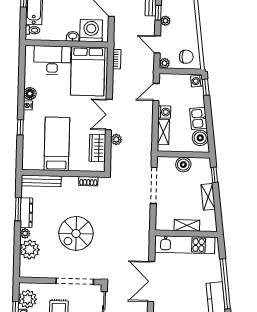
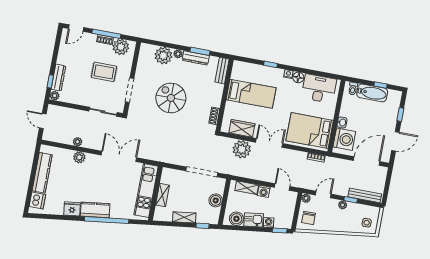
desk: (52, 60) -> (319, 89), moved, turned -90
washing machine: (197, 81) -> (269, 223), moved
plant: (116, 139) -> (242, 149), width x1.87, depth x1.87
bench: (41, 181) -> (222, 71), width x0.73
doorway: (75, 281) -> (130, 90), width x0.73

